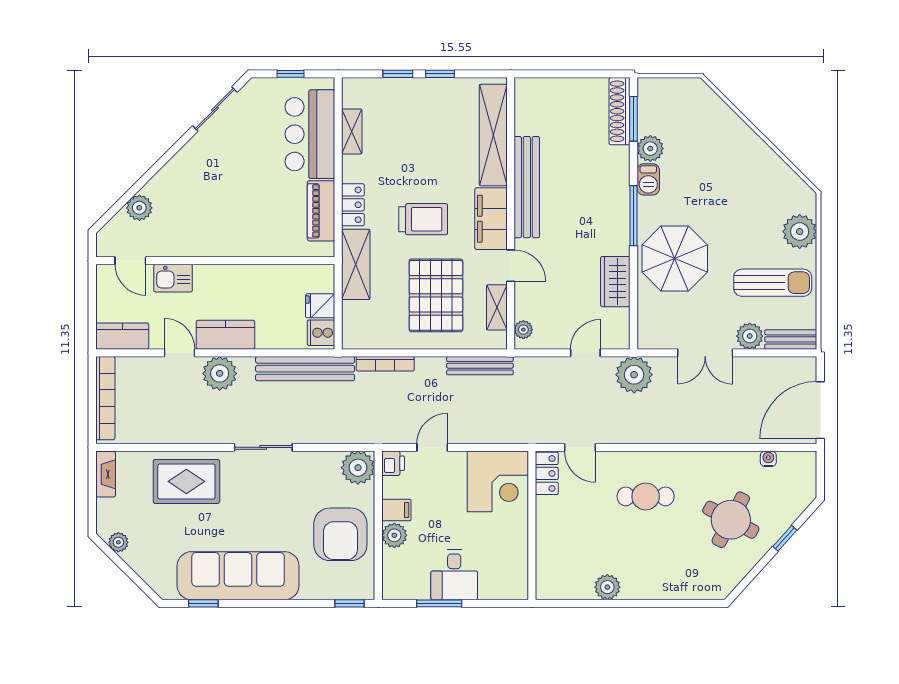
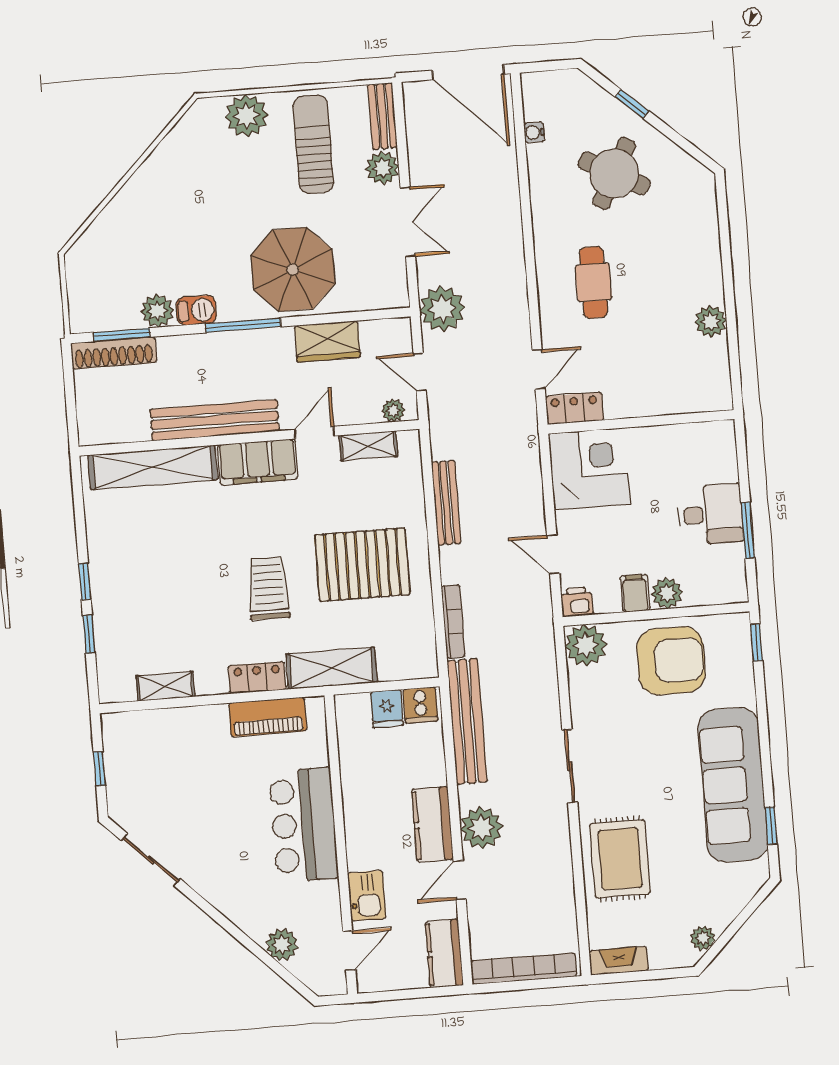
bar counter: (310, 134) -> (304, 825), moved, turned 90
shelving: (493, 135) -> (153, 467), moved
bench: (527, 187) -> (215, 420), moved
wall: (511, 213) -> (249, 438), moved
filing cabinet: (491, 219) -> (258, 462), moved
door: (511, 266) -> (314, 433), moved
shelving: (497, 307) -> (368, 446), moved
plant: (523, 330) -> (393, 410), moved

